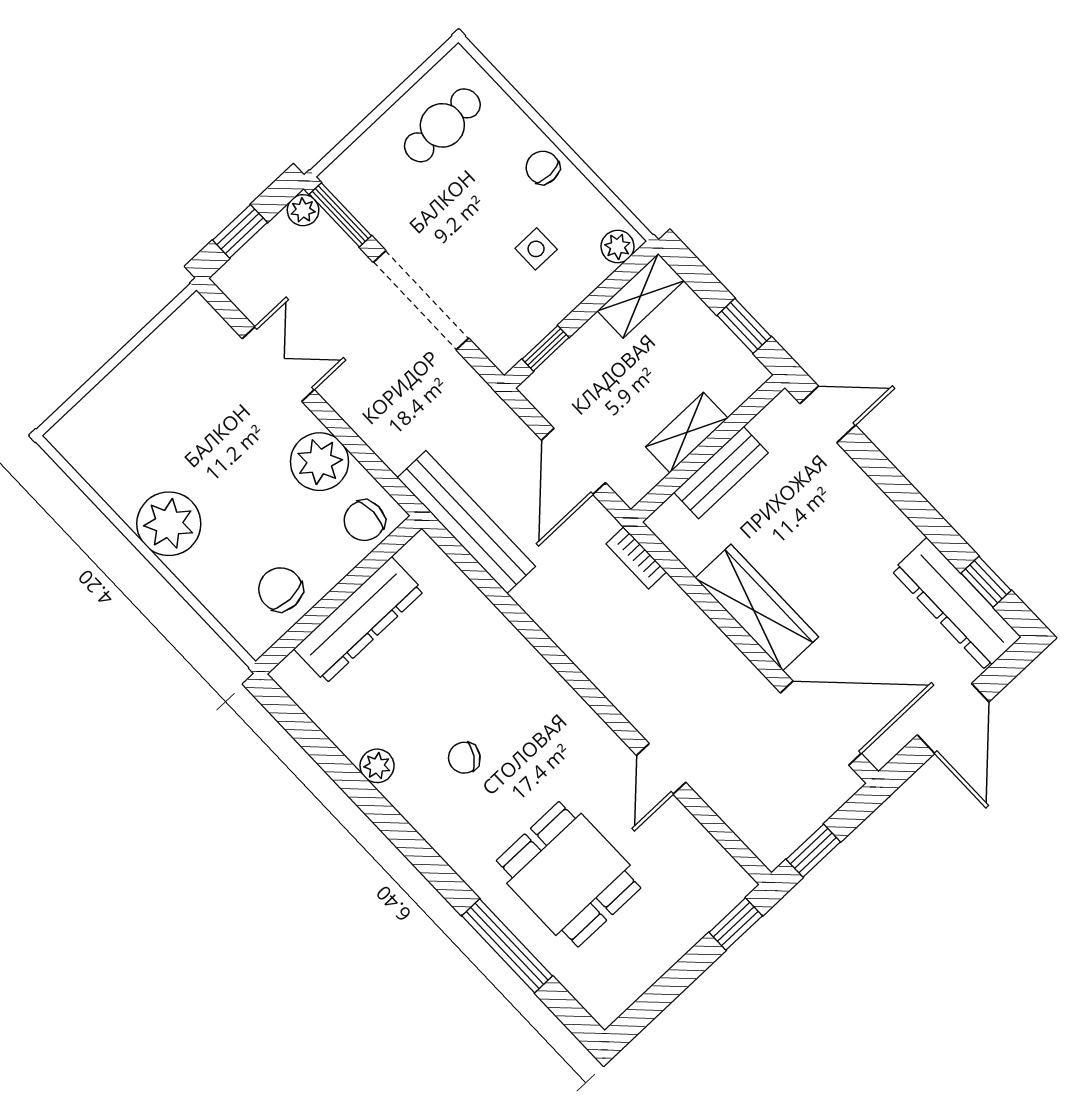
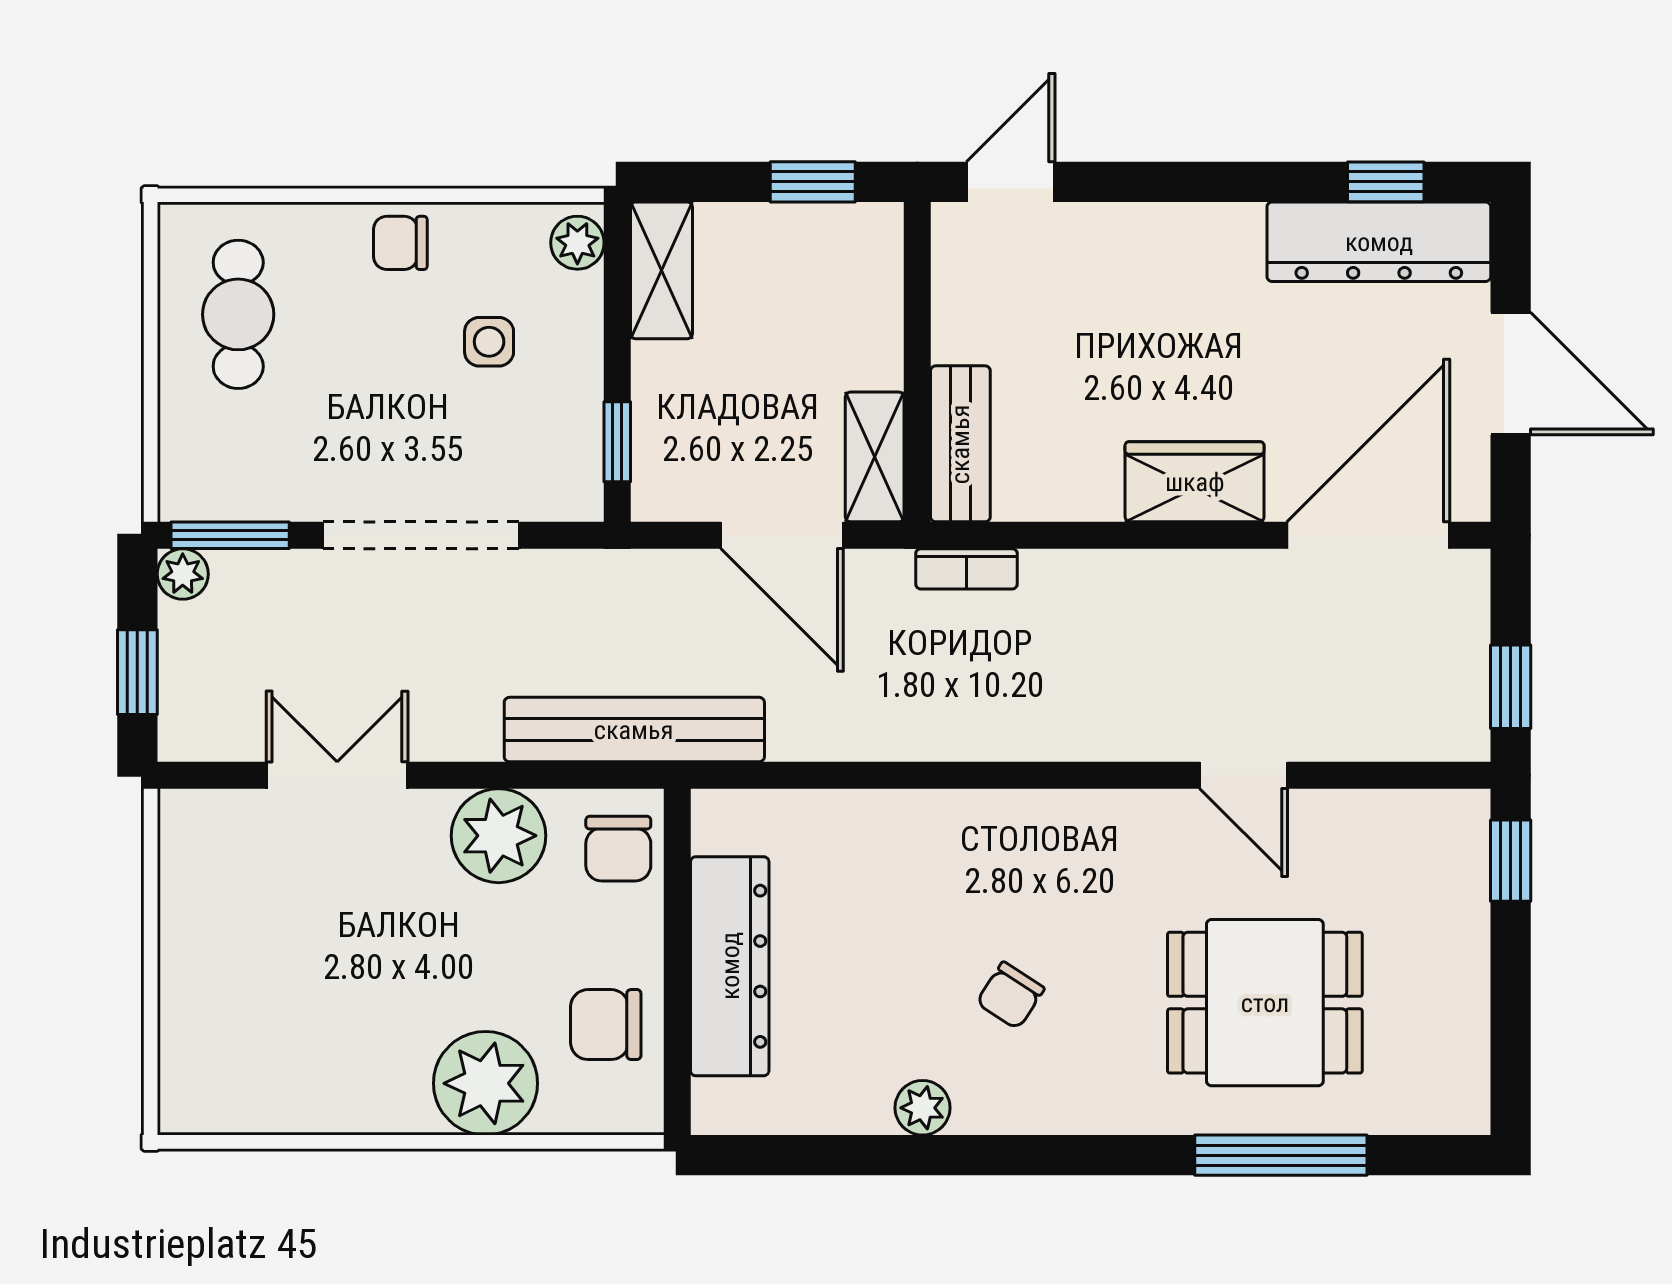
shelving: (687, 433) -> (875, 457), moved
bench: (721, 473) -> (960, 444), moved
bench: (466, 522) -> (634, 730), moved
plant: (169, 524) -> (486, 1083), moved
wardrobe: (757, 607) -> (1195, 482), width x0.67

